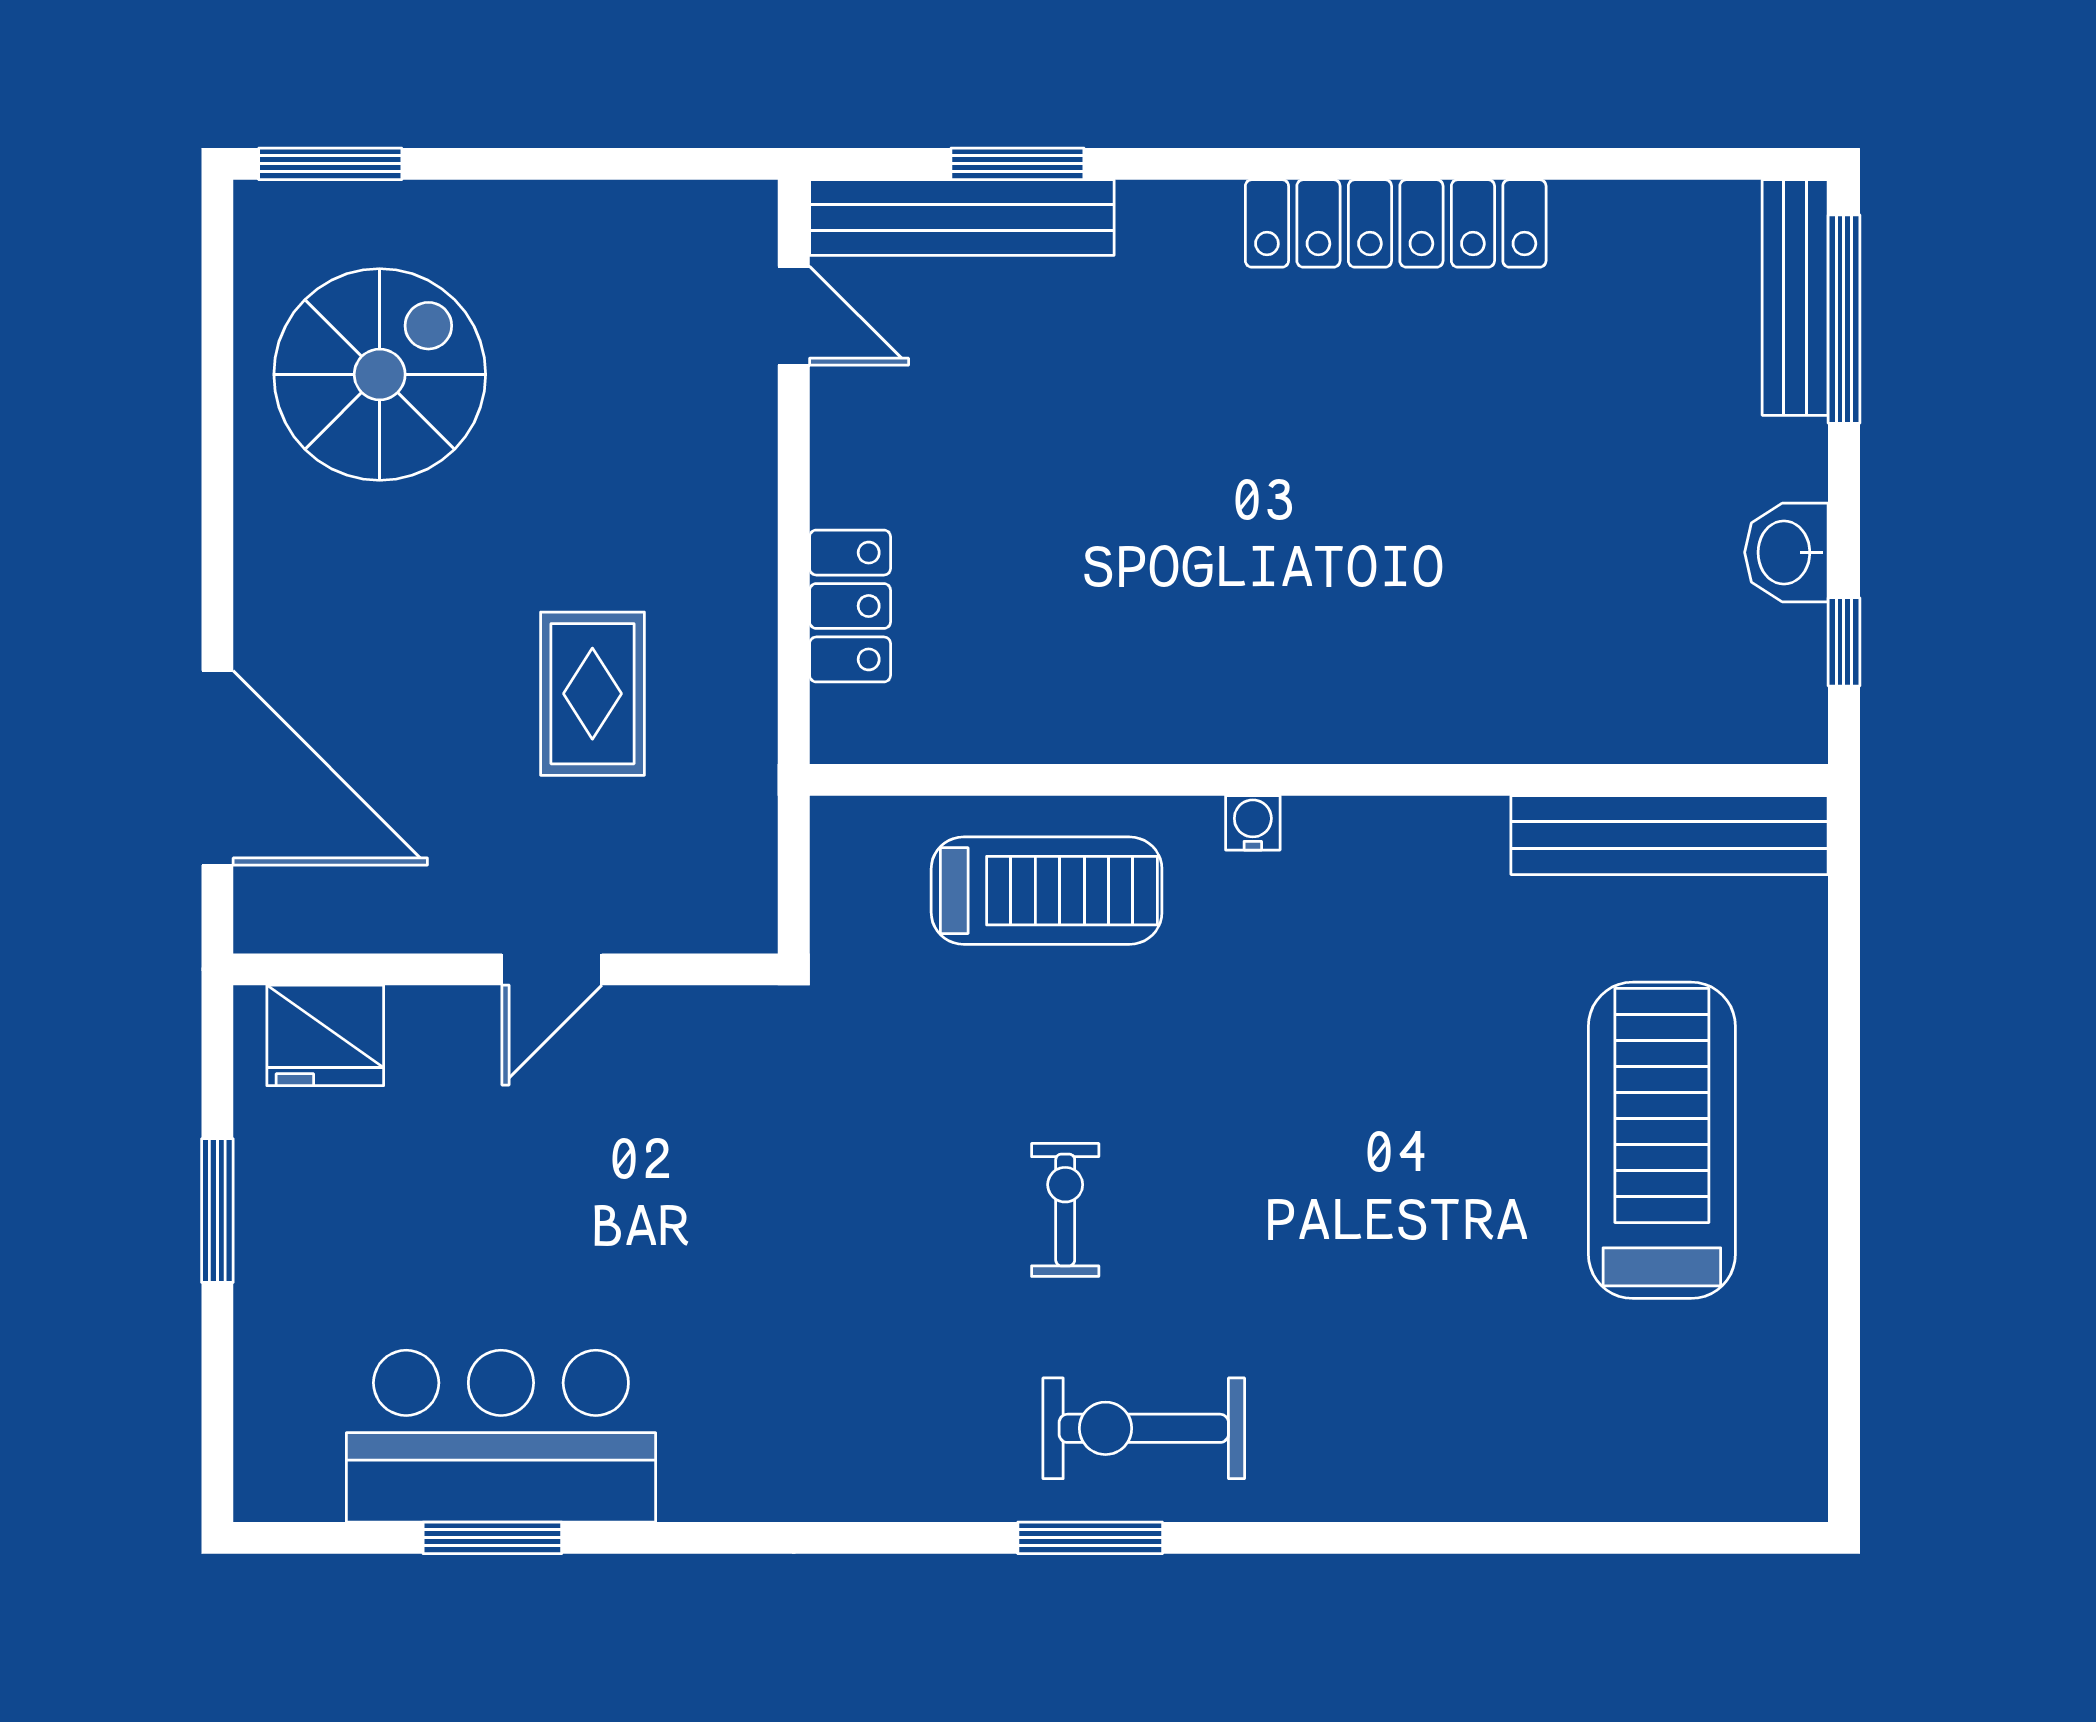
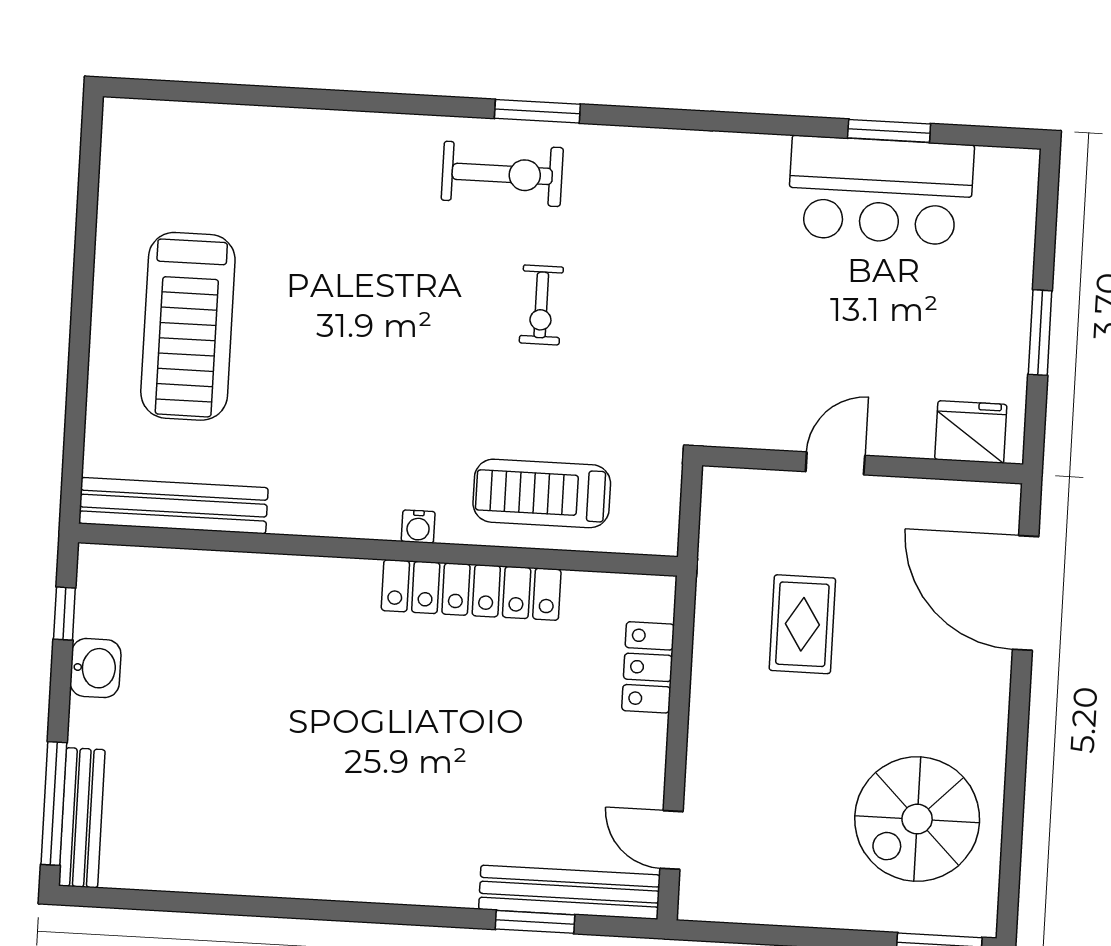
locker: (1396, 223) -> (471, 590), moved, turned 180

